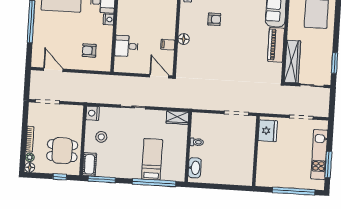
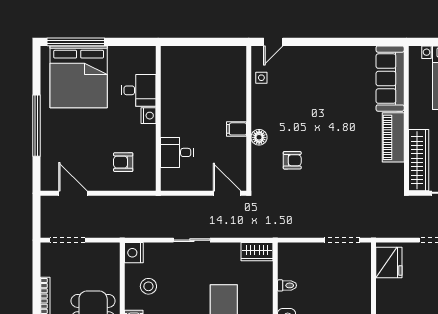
armchair: (214, 19) -> (292, 160), moved
filing cabinet: (168, 45) -> (237, 129), moved

